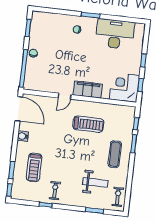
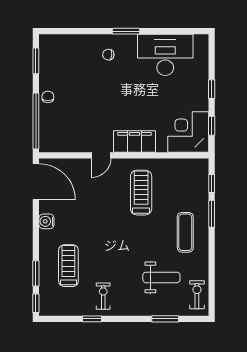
treadmill: (88, 124) -> (141, 193), turned -90
treadmill: (34, 167) -> (68, 266), turned 180

